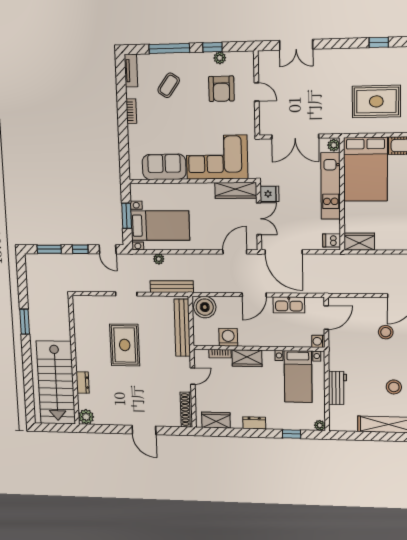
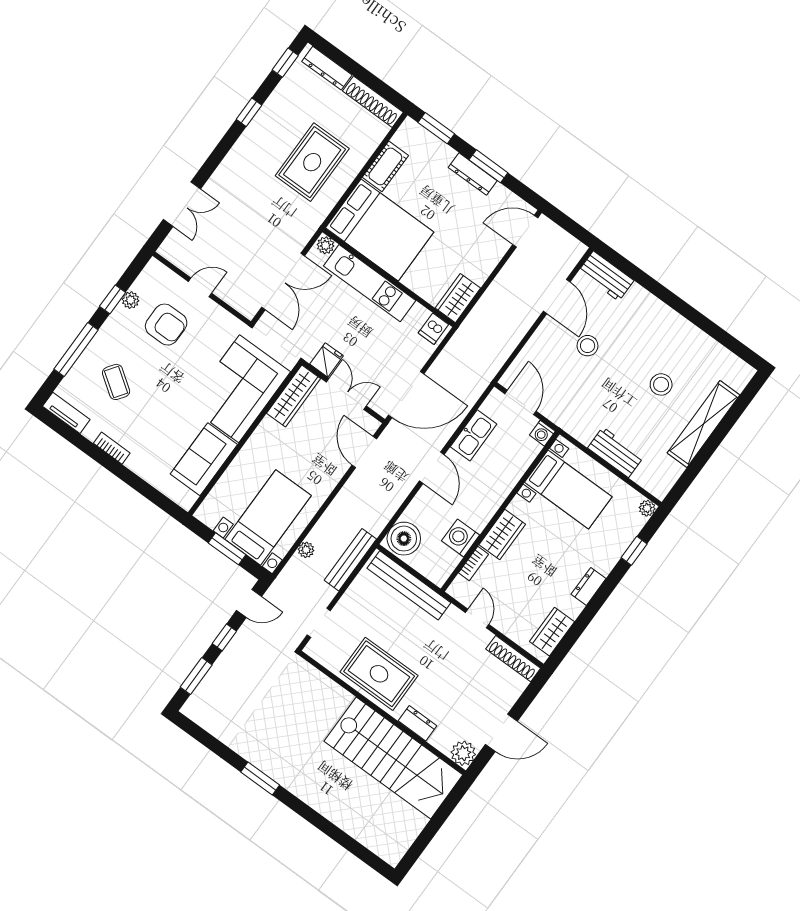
wall: (74, 360) -> (382, 713), moved
stairs: (56, 383) -> (393, 758), moved
dresser: (83, 383) -> (417, 723), moved
plant: (86, 417) -> (463, 753), moved

